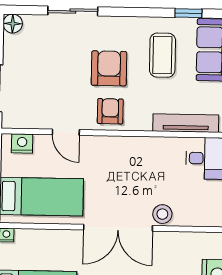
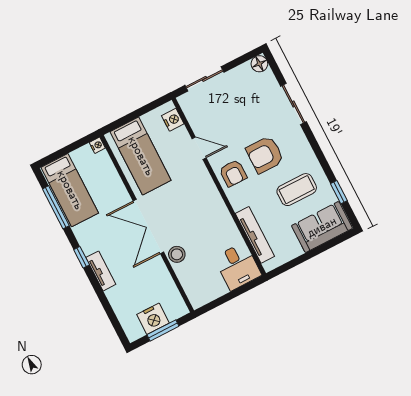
armchair: (109, 68) -> (265, 155), turned 180
armchair: (110, 111) -> (233, 173), turned 90
door: (66, 132) -> (199, 148), swing flipped

